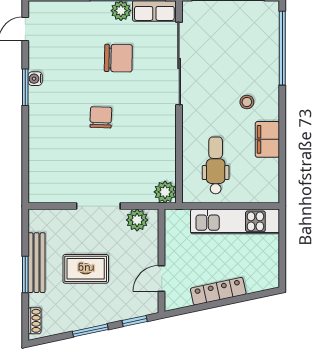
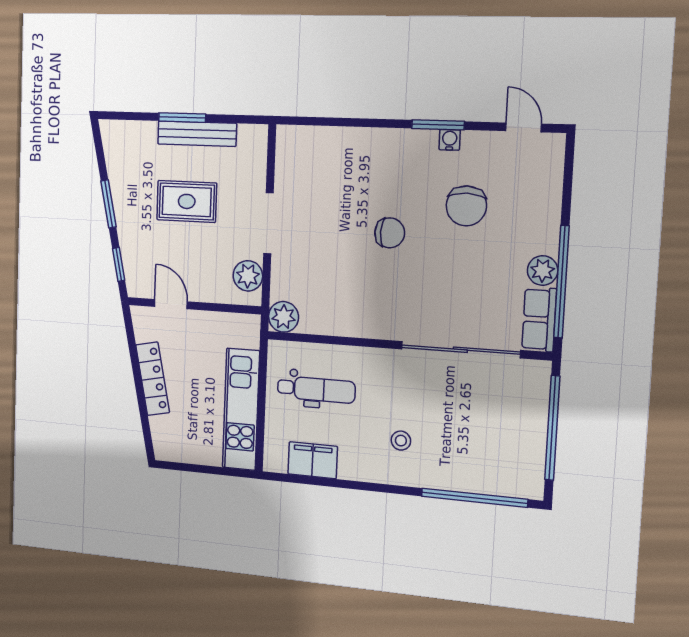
chair: (118, 58) -> (466, 206), moved
filing cabinet: (267, 139) -> (313, 460), moved
rug: (86, 269) -> (187, 201), turned 90
shoe rack: (35, 321) -> (123, 129), removed

